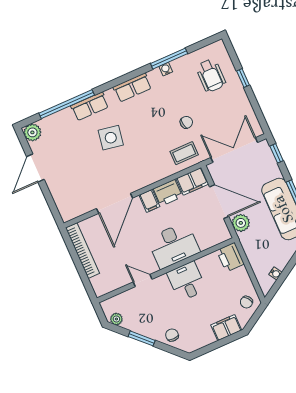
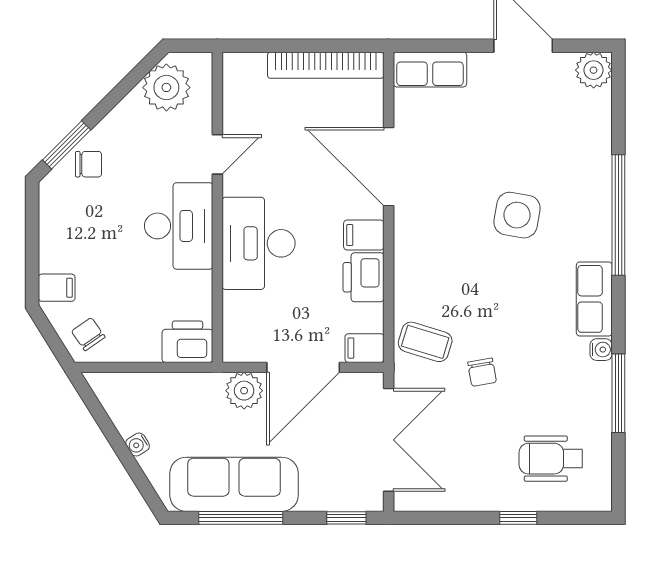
water cooler: (166, 69) -> (601, 350), moved
window: (67, 104) -> (618, 215), moved
row of seats: (90, 106) -> (430, 70), moved, turned -90
coffee table: (184, 153) -> (425, 342), turned -73
filing cabinet: (192, 181) -> (364, 348), width x0.50
water cooler: (275, 273) -> (138, 445), moved
desk: (187, 281) -> (179, 226), width x1.37
plant: (116, 319) -> (166, 87), width x1.87, depth x1.87
filing cabinet: (226, 328) -> (57, 288), width x0.50
window: (142, 338) -> (67, 145), moved

